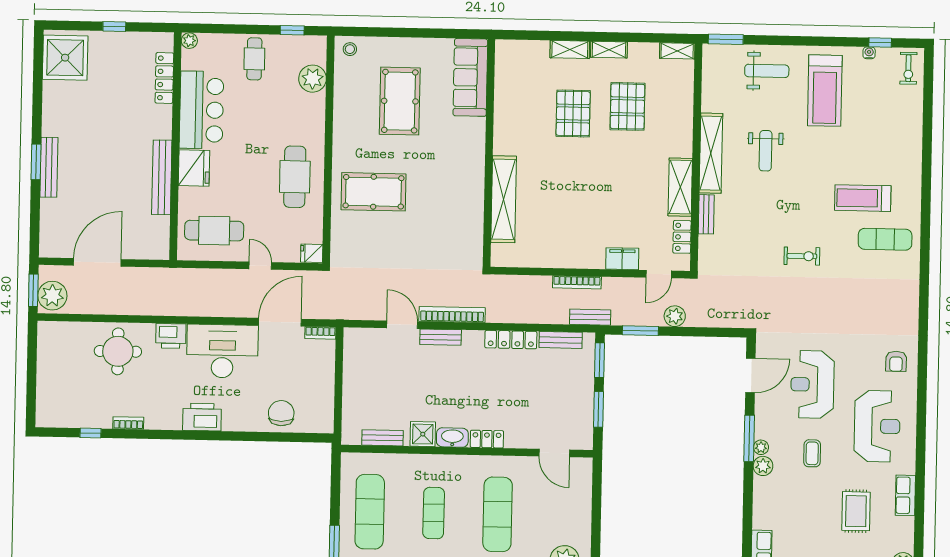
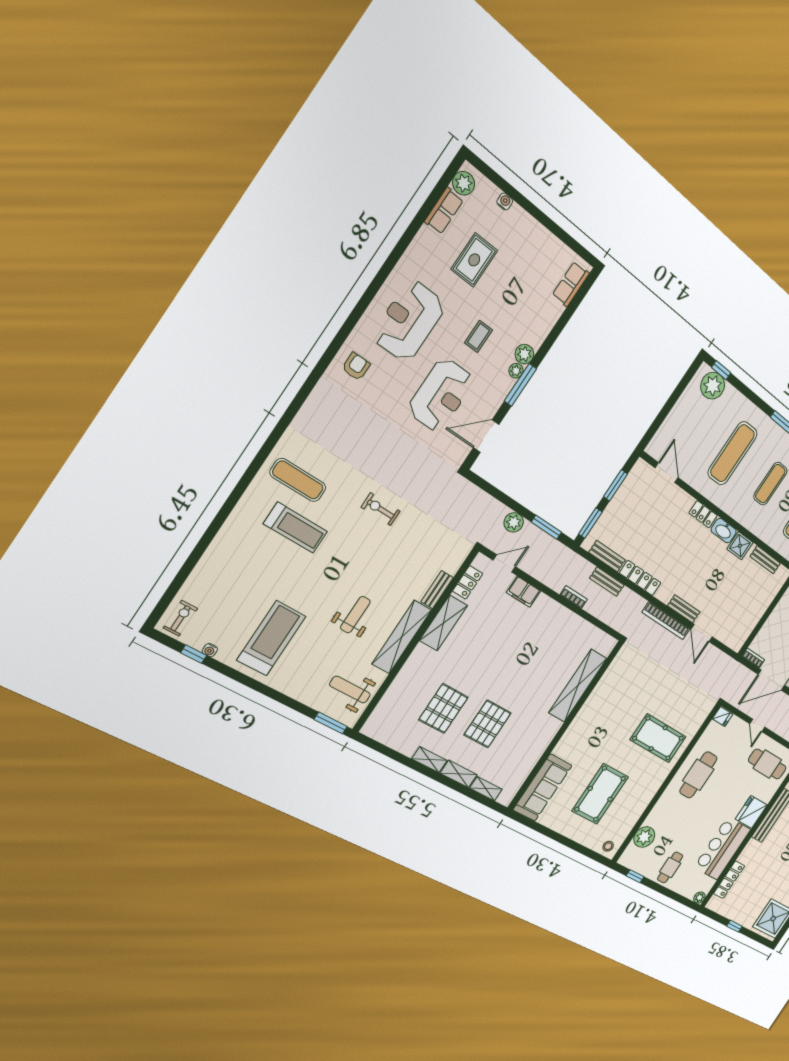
shelving: (677, 51) -> (486, 789), moved
weight bench: (767, 71) -> (350, 690), moved
bookcase: (577, 282) -> (574, 597), width x0.64
bench: (590, 317) -> (607, 582), moved
row of seats: (905, 495) -> (444, 211), moved

